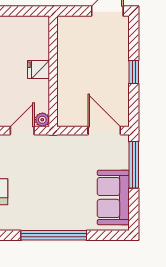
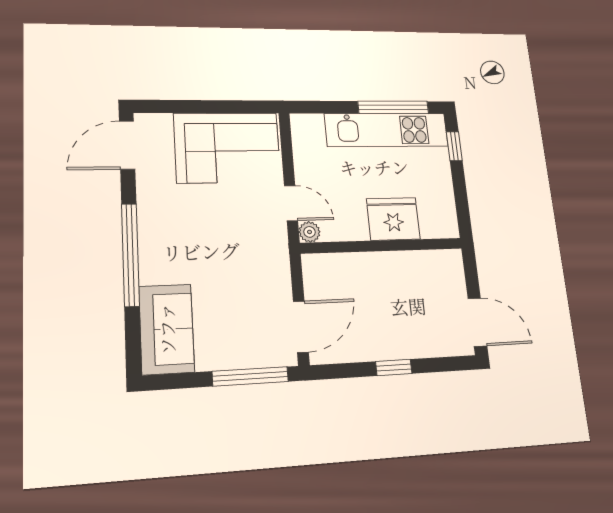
fridge: (38, 70) -> (393, 219), width x1.88, depth x1.34
sofa: (113, 197) -> (167, 329), moved, turned 90

